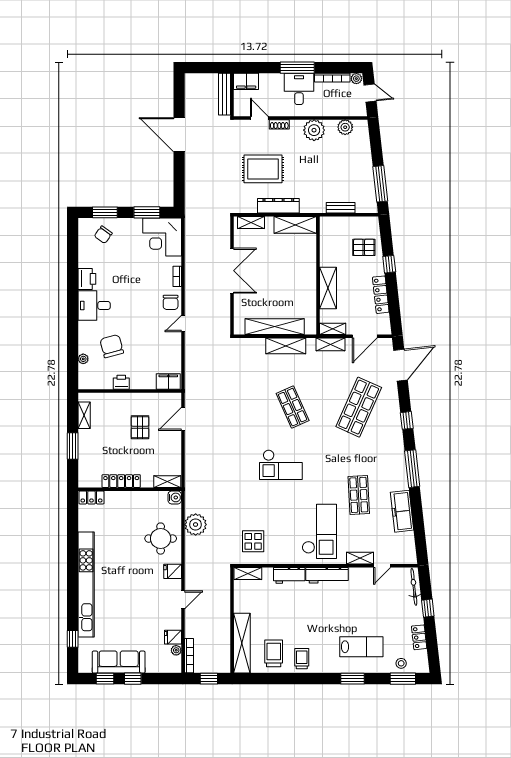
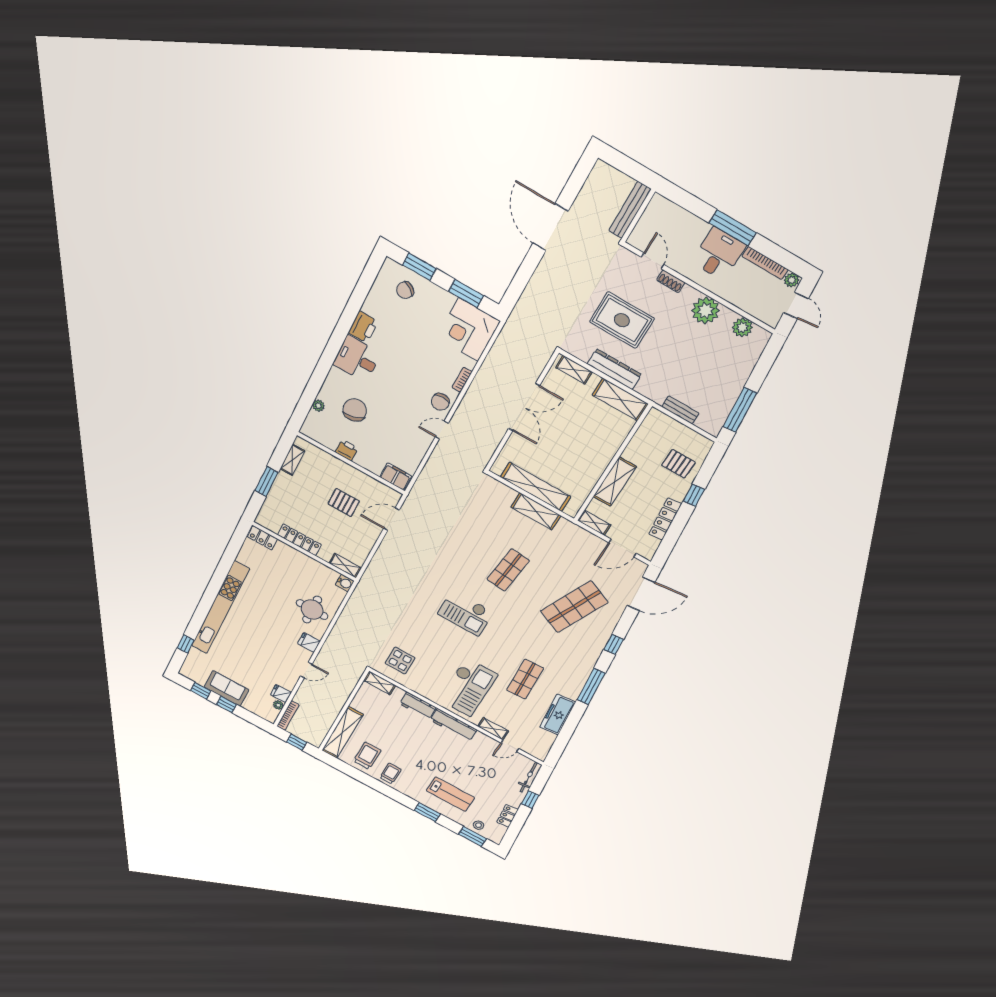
filing cabinet: (246, 81) -> (664, 209), removed
shelving: (330, 344) -> (583, 536), removed
shop shelf: (293, 407) -> (508, 570), turned 30
pallet: (140, 427) -> (344, 503), turned 90
plant: (196, 525) -> (352, 617), removed
sofa: (119, 662) -> (226, 688), width x0.73

